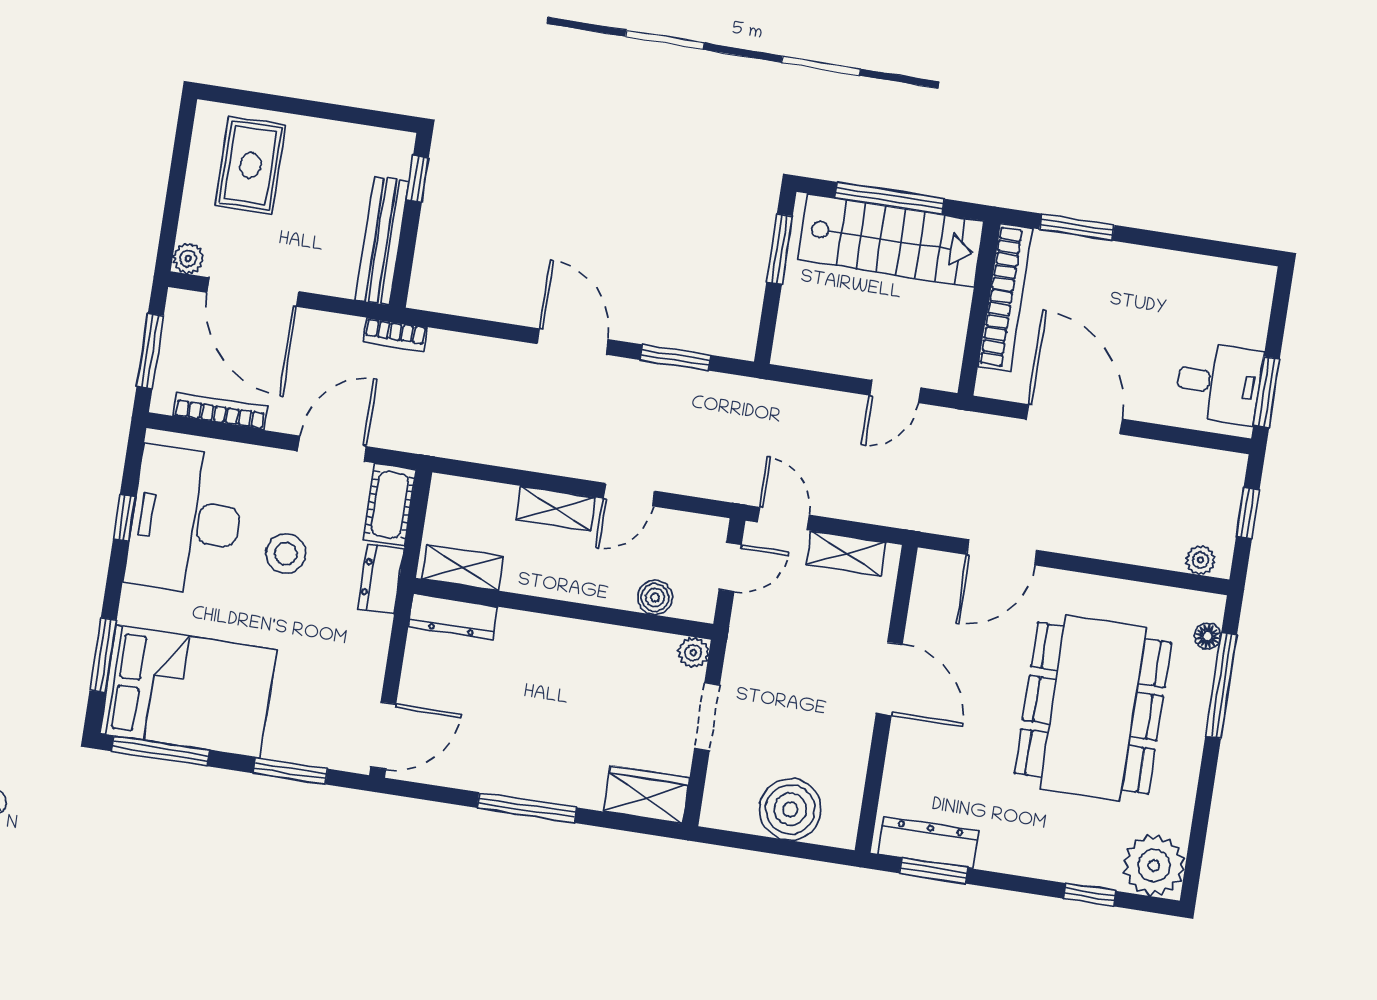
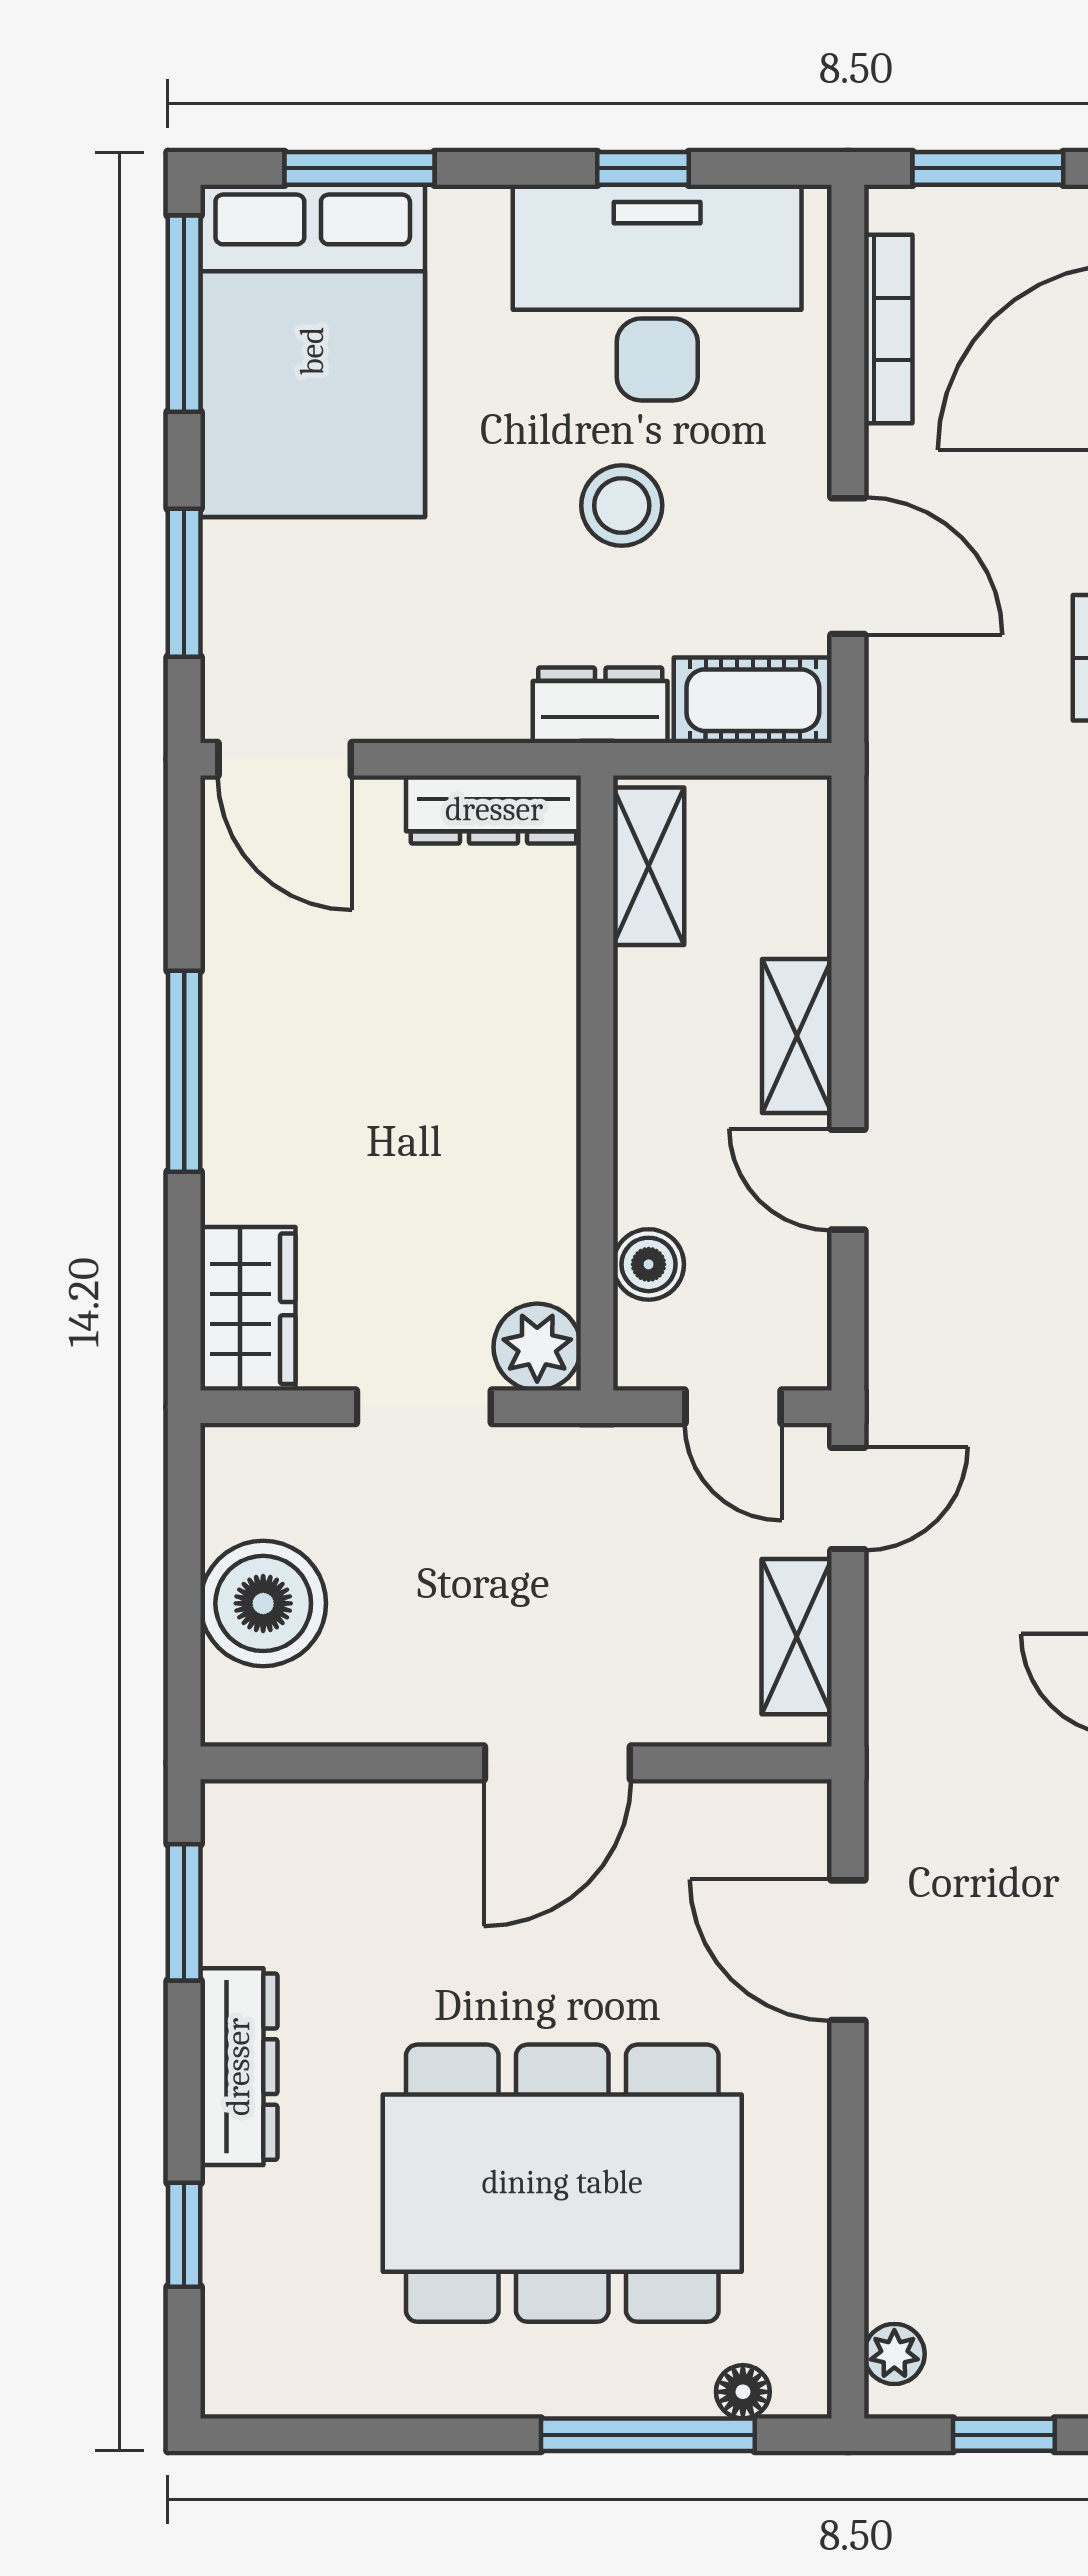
dresser: (453, 617) -> (494, 810), moved, turned -90
plant: (693, 653) -> (537, 1347), width x1.38, depth x1.38
dresser: (928, 843) -> (239, 2067), moved
plant: (1154, 865) -> (263, 2355), removed

